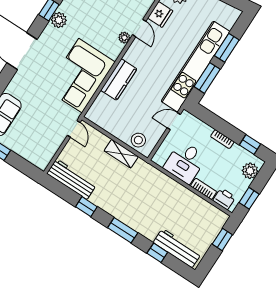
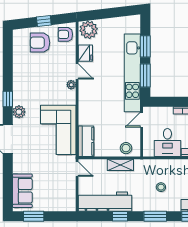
plant: (59, 20) -> (19, 112), moved
kitchen counter: (119, 80) -> (86, 141), moved
workbench: (72, 179) -> (105, 202), width x1.36, depth x1.32
stool: (148, 204) -> (161, 187), added

